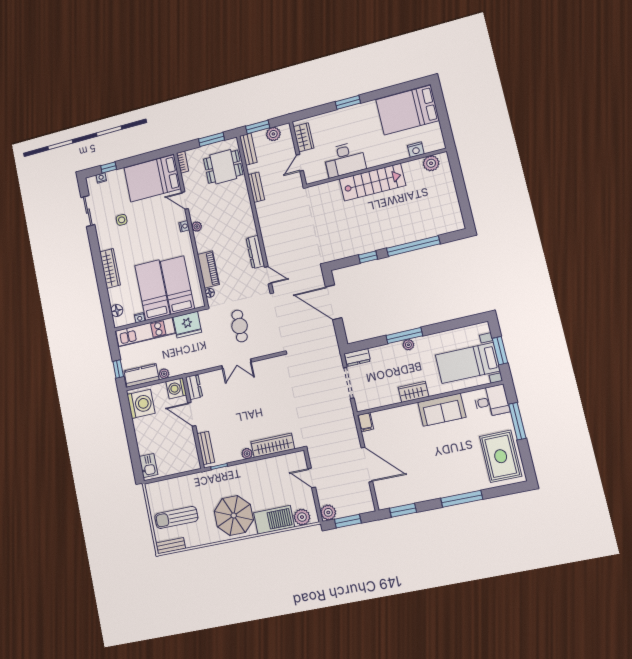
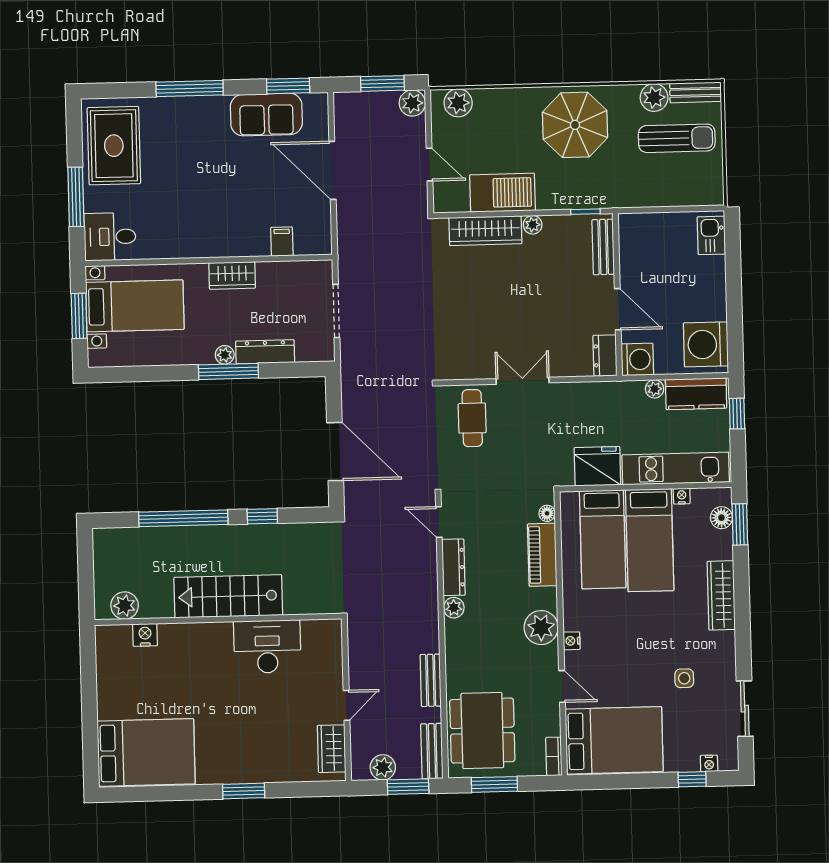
nightstand: (416, 150) -> (145, 635), moved
desk: (345, 160) -> (267, 647), moved
plant: (431, 163) -> (125, 606), moved
dining table: (223, 167) -> (482, 731), width x1.38
wall: (376, 168) -> (218, 619), moved
stairs: (372, 182) -> (228, 596), moved
plant: (197, 227) -> (541, 628), width x1.88, depth x1.88
plant: (251, 230) -> (454, 608), added
window: (107, 309) -> (740, 524), added
cafe table: (240, 326) -> (472, 418), moved
dresser: (358, 357) -> (265, 352), moved, width x1.44
sofa: (442, 410) -> (266, 114), moved, turned 180
filing cabinet: (365, 422) -> (282, 242), moved
barbecue: (274, 520) -> (502, 193), moved, turned 180
plant: (193, 539) -> (654, 98), added

